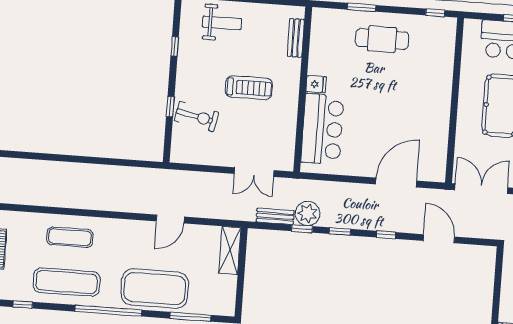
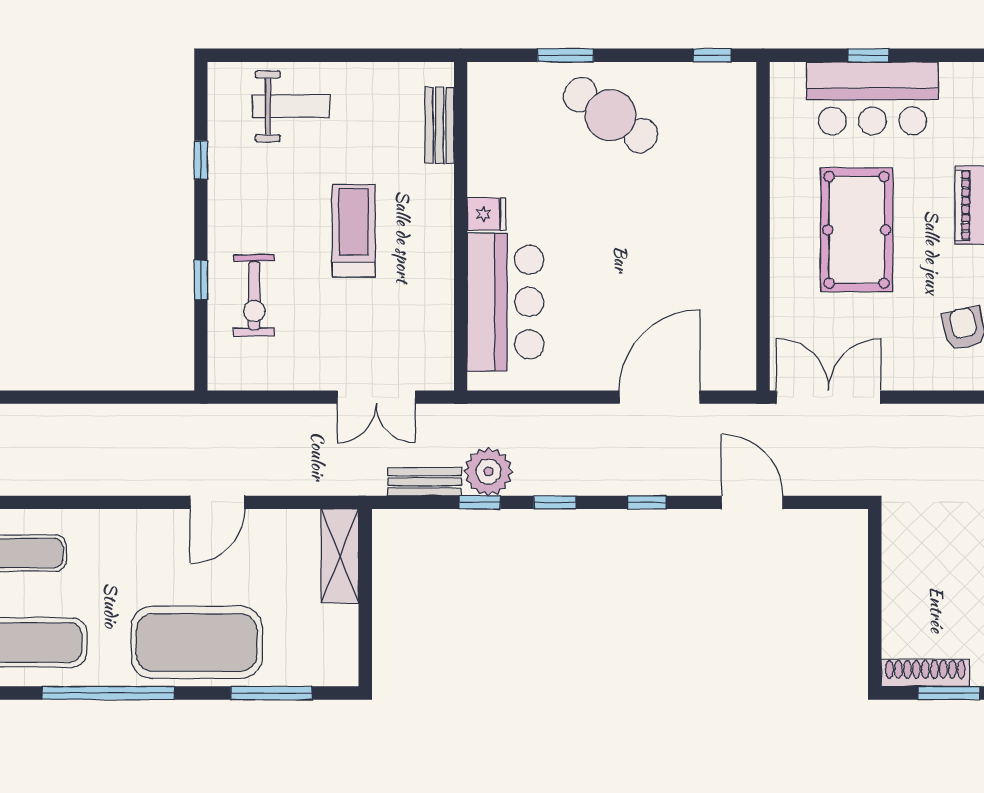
cafe table: (382, 39) -> (611, 115), turned 34
treadmill: (249, 88) -> (354, 231), turned -90
exercise bike: (196, 116) -> (254, 296), turned 78

